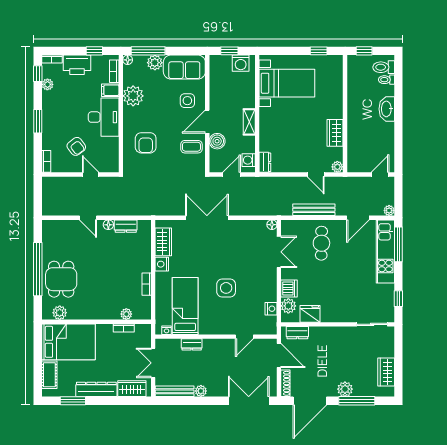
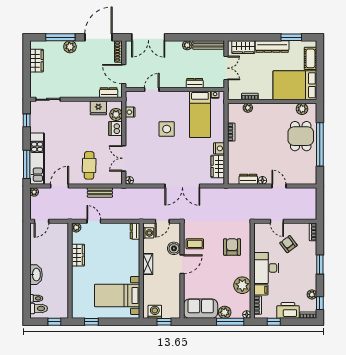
side table: (187, 101) -> (198, 281), removed
bench: (314, 210) -> (100, 193), width x0.73

